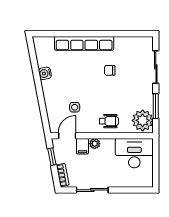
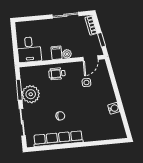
row of seats: (84, 43) -> (58, 139), moved
plant: (143, 120) -> (31, 94), moved
filing cabinet: (82, 146) -> (57, 53), moved
desk: (134, 153) -> (29, 50), width x0.73

